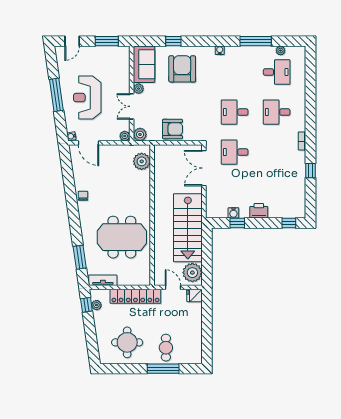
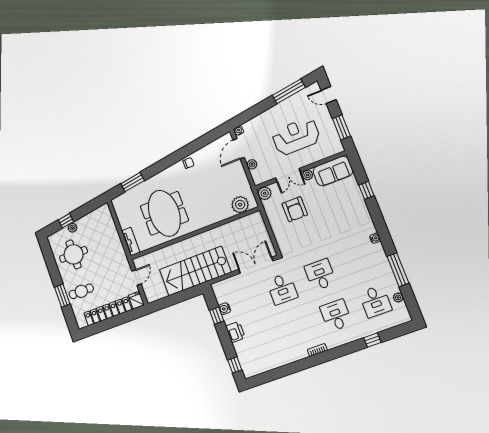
armchair: (182, 69) -> (343, 209), removed
window: (56, 95) -> (289, 91), moved
reception desk: (87, 98) -> (296, 136), moved
double door: (132, 106) -> (288, 175), swing flipped
armchair: (172, 129) -> (295, 209), moved
plant: (125, 136) -> (252, 164), moved
desk: (235, 152) -> (282, 289), turned 180
window: (310, 171) -> (372, 340), moved
plant: (192, 273) -> (156, 290), removed
tv unit: (103, 280) -> (131, 242), moved
locker: (135, 296) -> (108, 311), moved, turned 90
window: (86, 305) -> (66, 221), moved
plant: (96, 305) -> (72, 228), moved
window: (163, 369) -> (62, 296), width x0.69

